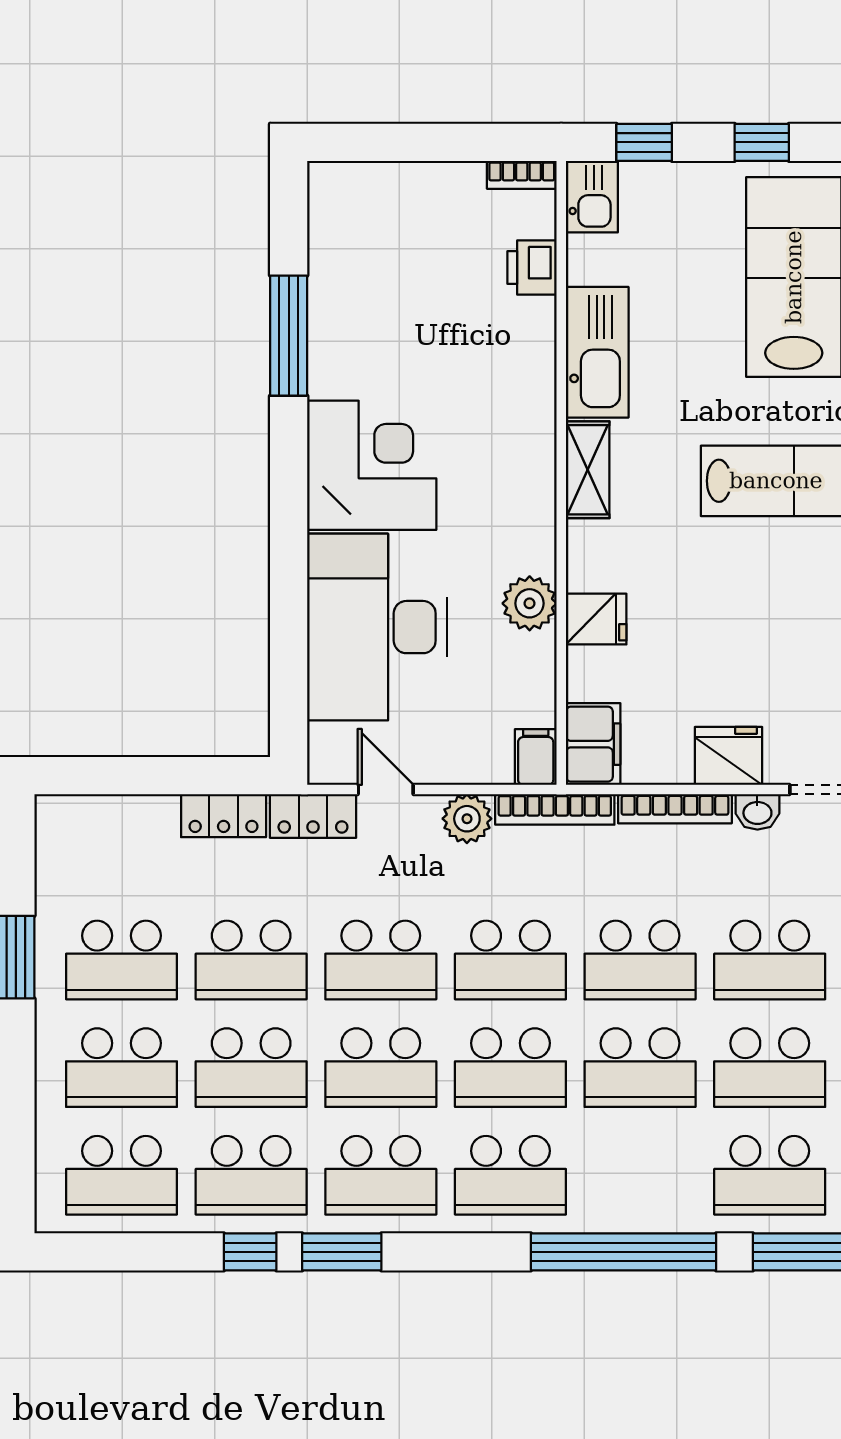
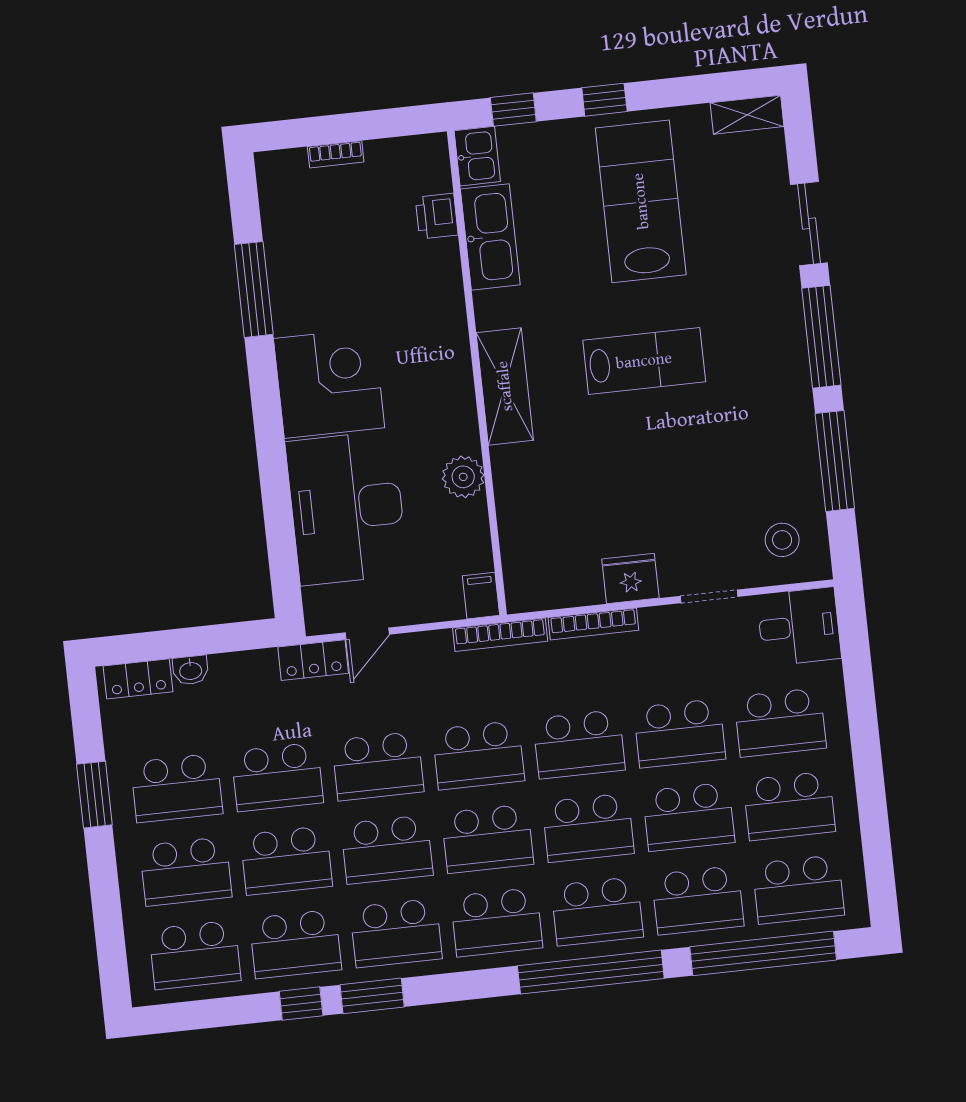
bookcase: (522, 175) -> (336, 154), moved
kitchen sink: (597, 352) -> (490, 237), moved
shelving: (588, 470) -> (505, 386), width x1.50, depth x1.33
fridge: (596, 619) -> (516, 483), removed
filing cabinet: (593, 744) -> (524, 581), removed
door: (386, 790) -> (367, 633), swing flipped
washbasin: (757, 812) -> (191, 670), moved
locker: (224, 816) -> (138, 679), moved
plant: (467, 819) -> (433, 649), removed
school desk: (640, 1175) -> (597, 911), added

